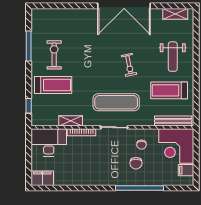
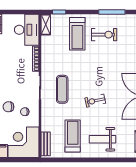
exercise mat: (116, 102) -> (62, 89), width x0.73, depth x0.69
shelving: (71, 121) -> (46, 25), moved
bench: (173, 121) -> (46, 144), width x0.73

